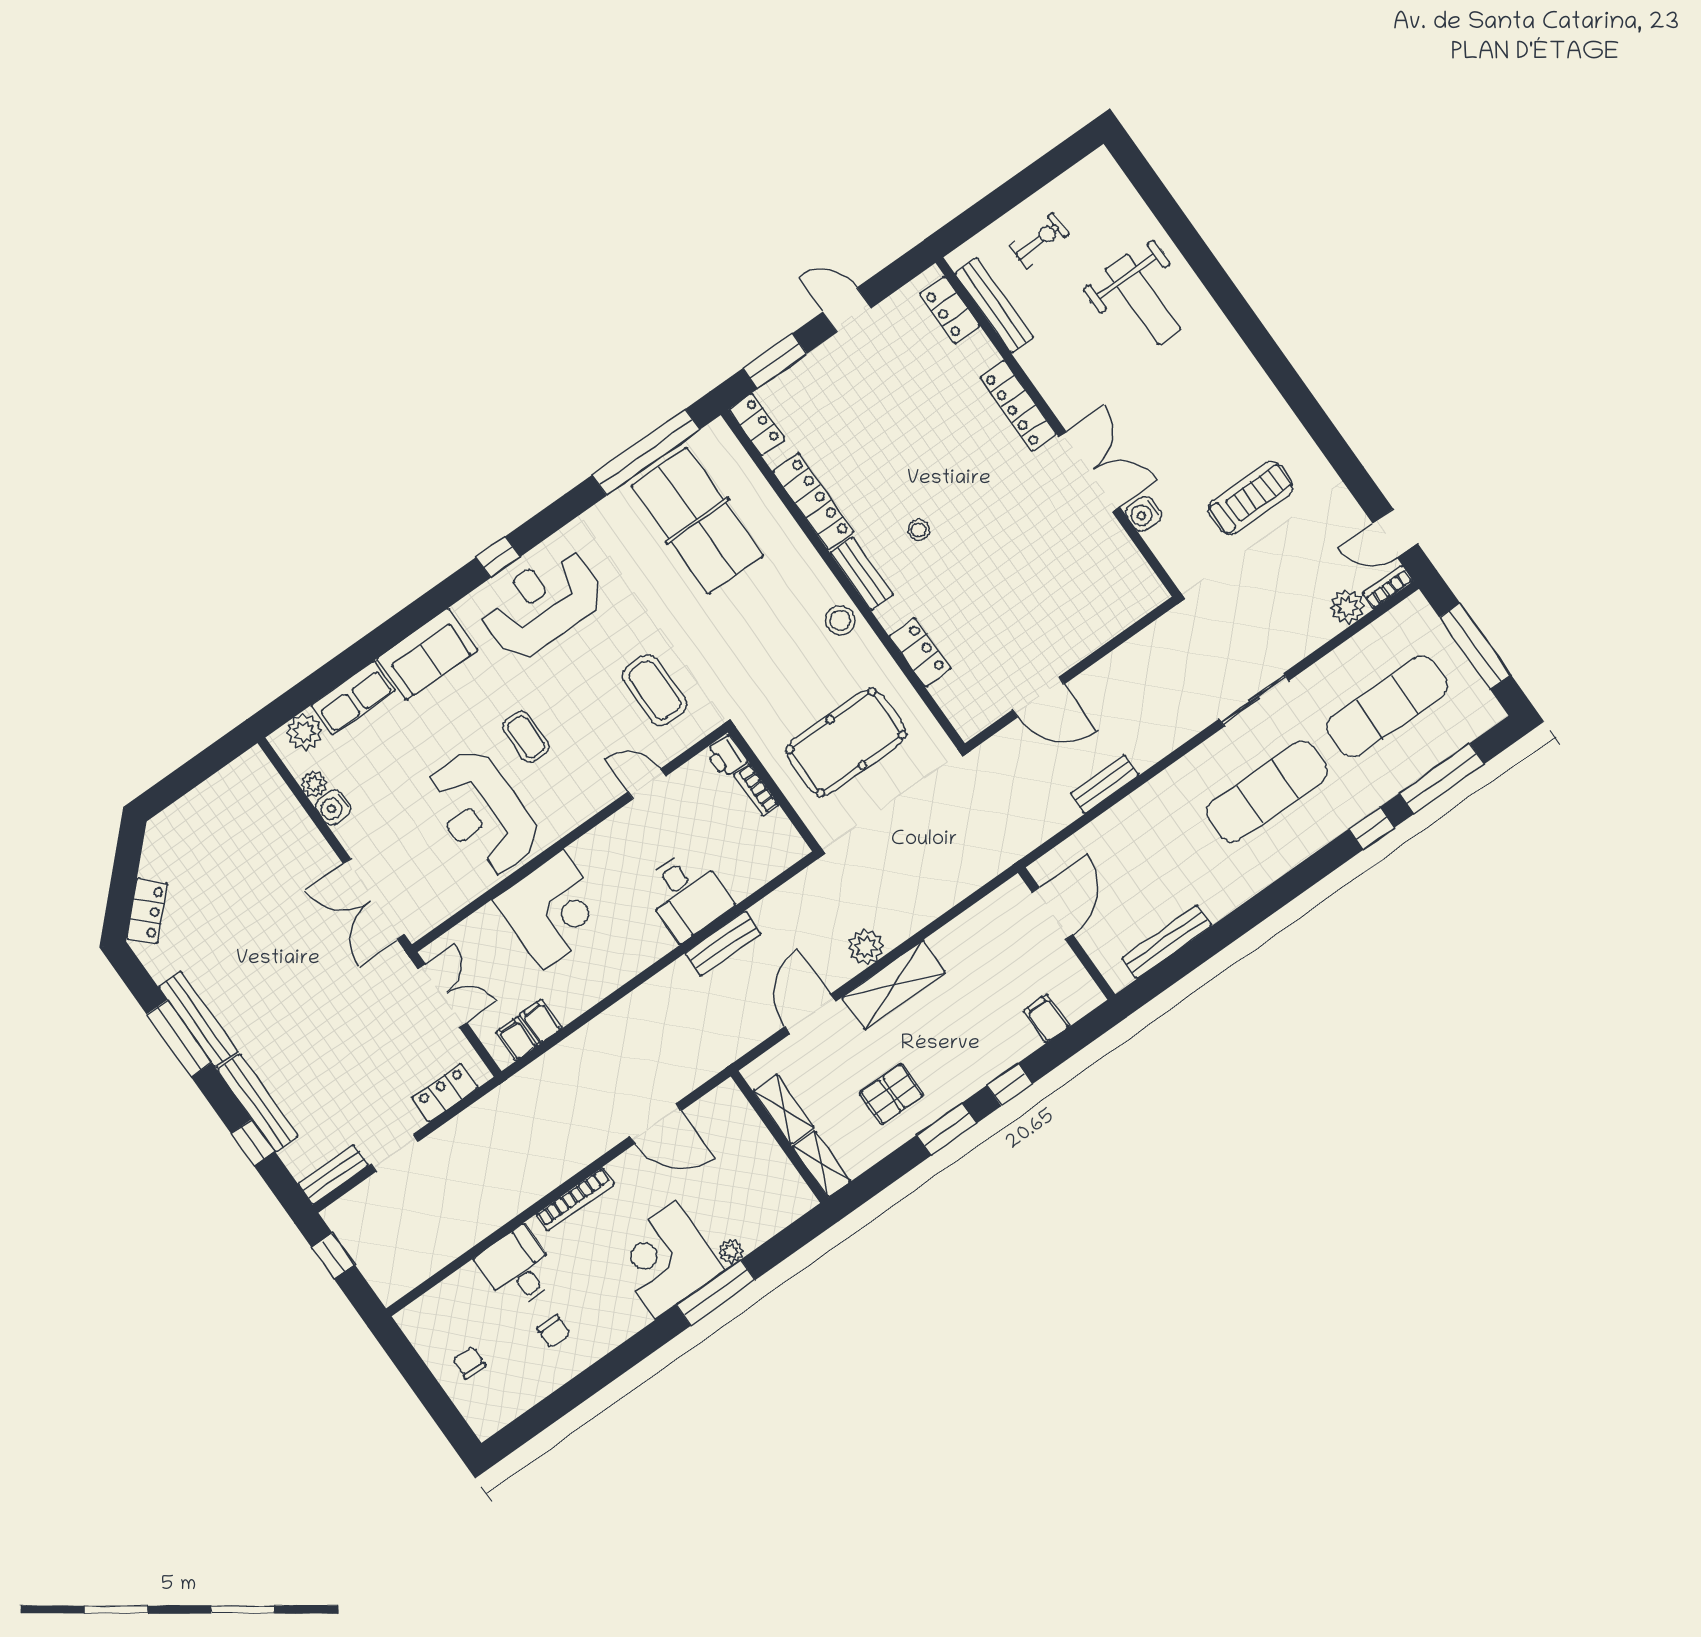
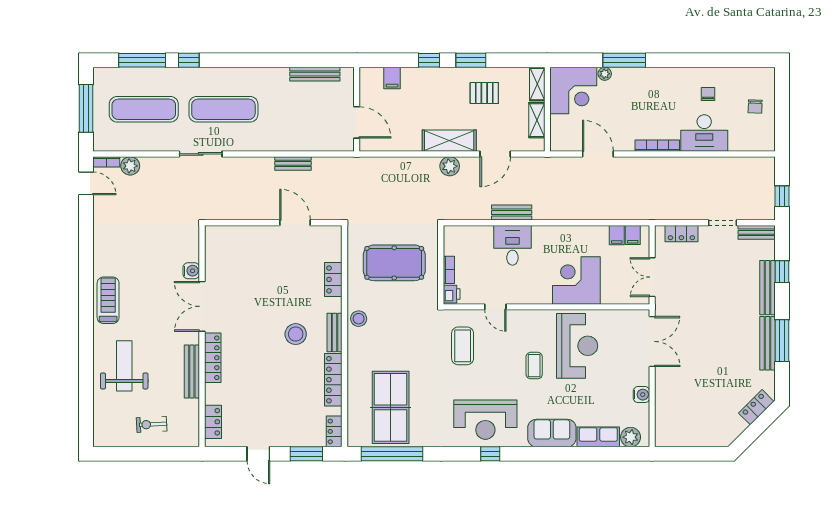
bench: (994, 305) -> (192, 371), moved
treadmill: (1251, 498) -> (108, 300), moved, turned 90
stool: (919, 530) -> (296, 334), width x1.89, depth x1.89
plant: (314, 784) -> (643, 411), removed
door: (1053, 914) -> (357, 122), swing flipped
corner desk: (666, 1260) -> (573, 91), moved
desk: (518, 1268) -> (704, 133), width x1.37

